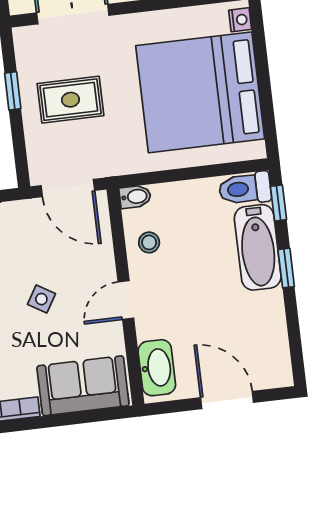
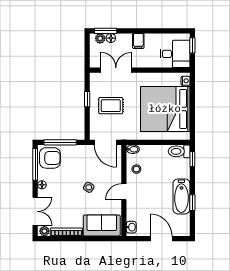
bathtub: (258, 247) -> (181, 196), moved
window: (286, 268) -> (192, 203), moved
washbasin: (157, 368) -> (131, 227), width x0.52, depth x0.69

